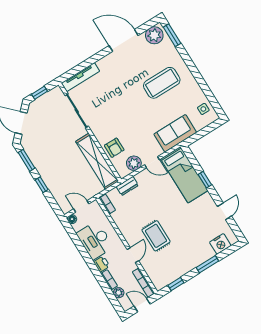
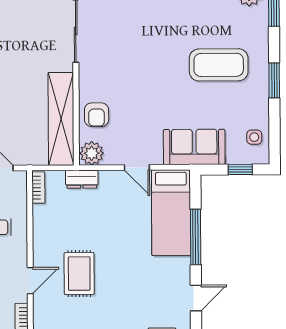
window: (196, 73) -> (274, 80), added
window: (206, 130) -> (240, 170), added
plant: (134, 163) -> (92, 153), moved
window: (205, 180) -> (196, 237), width x2.17

